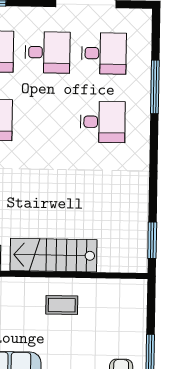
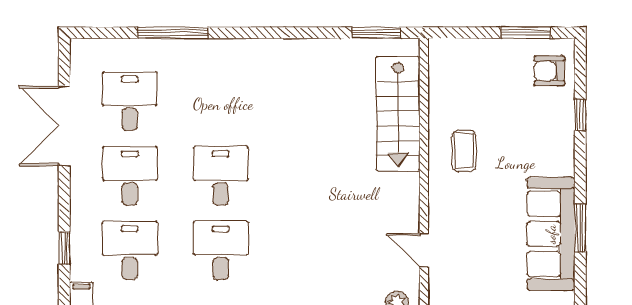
desk: (103, 122) -> (221, 176), moved
stairs: (54, 255) -> (398, 114), moved

